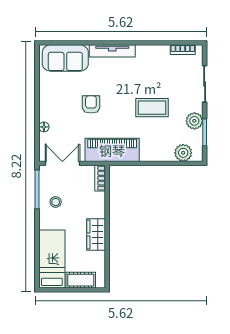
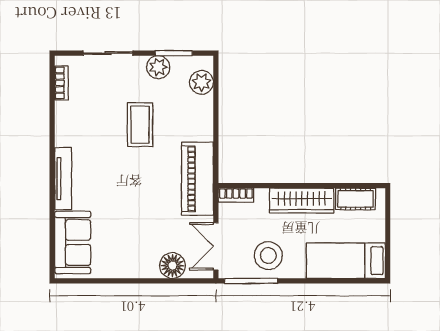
armchair: (91, 104) -> (136, 208), removed
floor lamp: (44, 127) -> (172, 266), width x1.89, depth x1.89
stool: (56, 202) -> (268, 256), width x1.89, depth x1.89
wardrobe: (96, 234) -> (302, 201), width x1.50
cot: (81, 280) -> (356, 199), moved, turned 90

